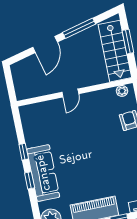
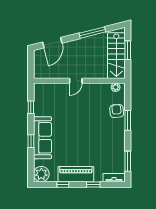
door: (45, 45) -> (52, 43), moved
window: (24, 152) -> (31, 107), moved

